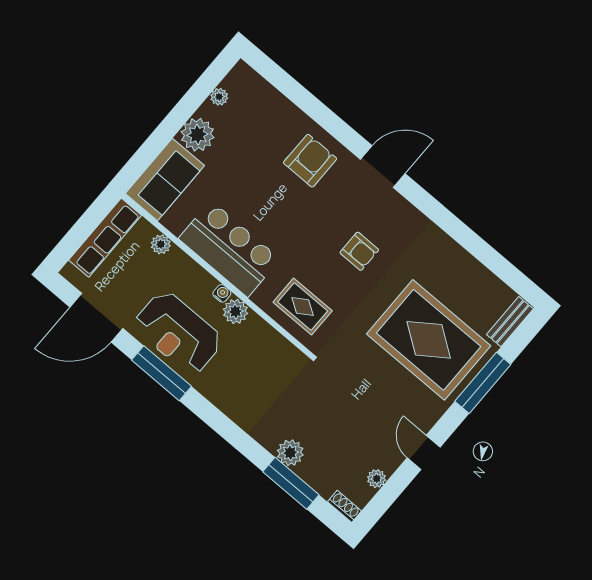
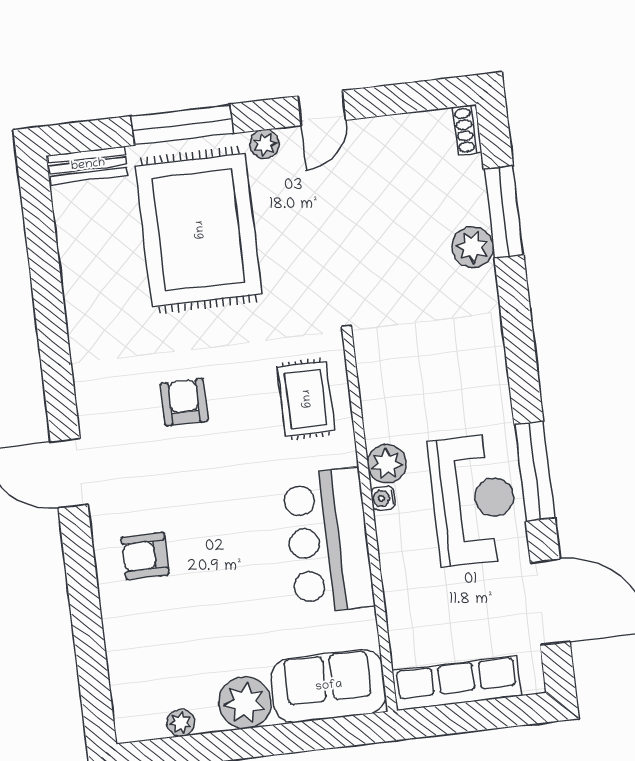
armchair: (310, 161) -> (145, 556), width x0.72, depth x0.72
plant: (161, 244) -> (401, 617), removed
plant: (377, 479) -> (264, 144), moved

